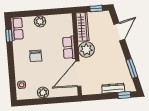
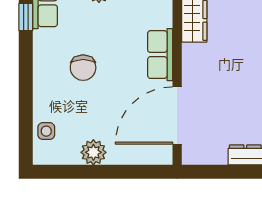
plant: (86, 50) -> (200, 62), removed

